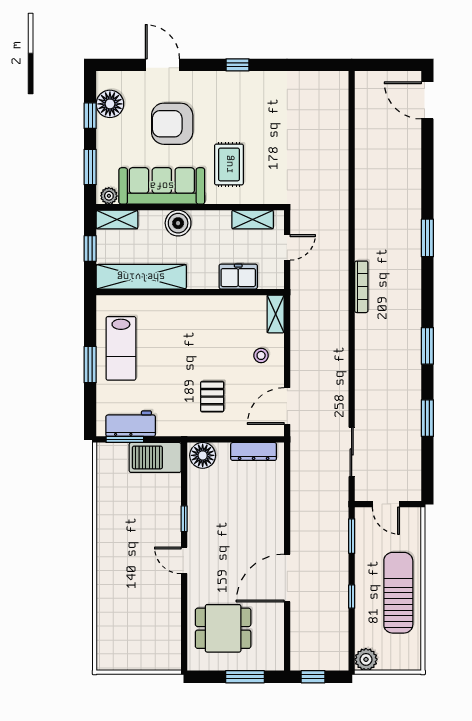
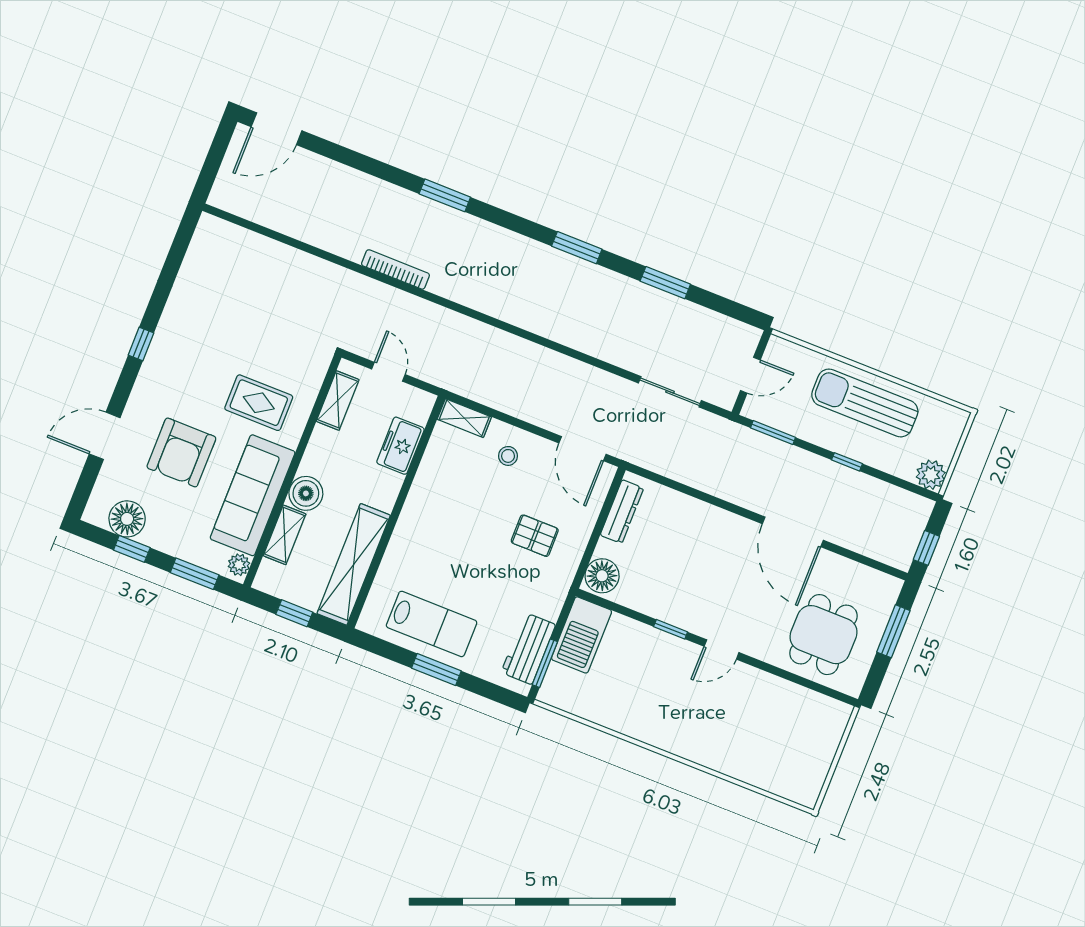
shelving: (117, 220) -> (284, 535), moved
bookcase: (361, 287) -> (395, 269), moved

